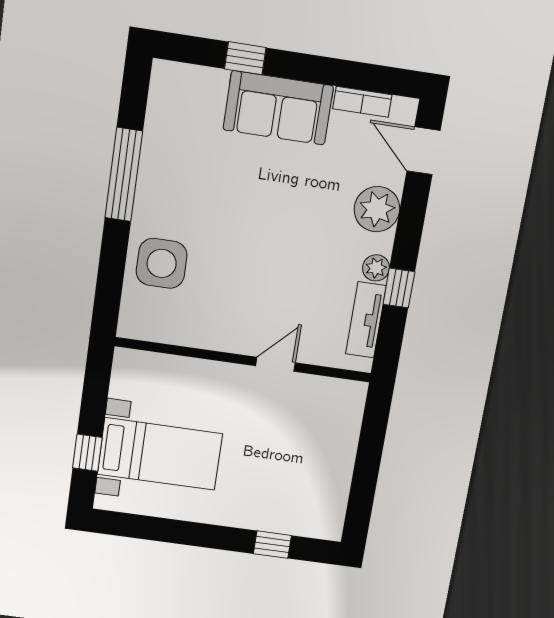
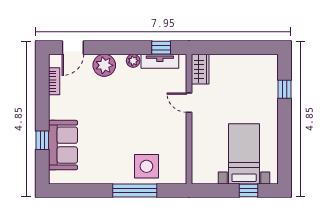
sofa: (278, 108) -> (63, 145), moved
window: (124, 175) -> (135, 190), moved
window: (399, 288) -> (161, 48), moved
wardrobe: (337, 395) -> (200, 69), added

